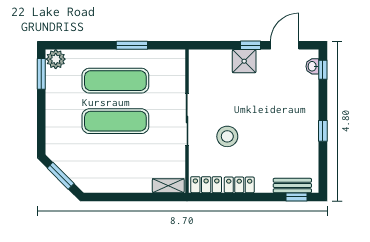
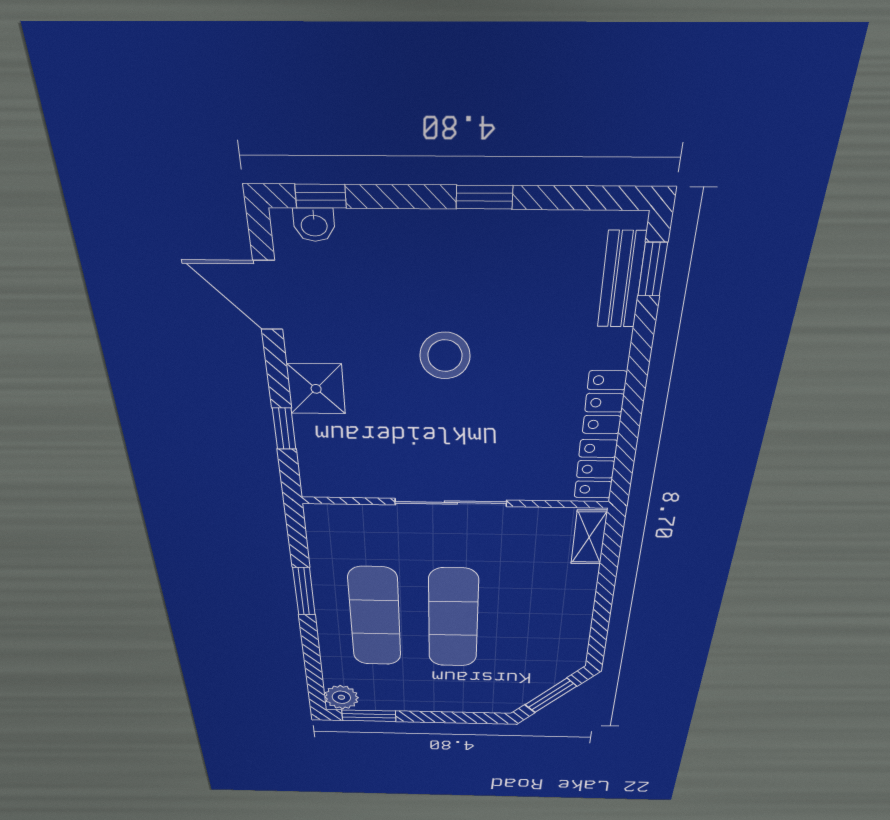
window: (250, 45) -> (284, 429), moved
stool: (227, 136) -> (445, 356), moved

